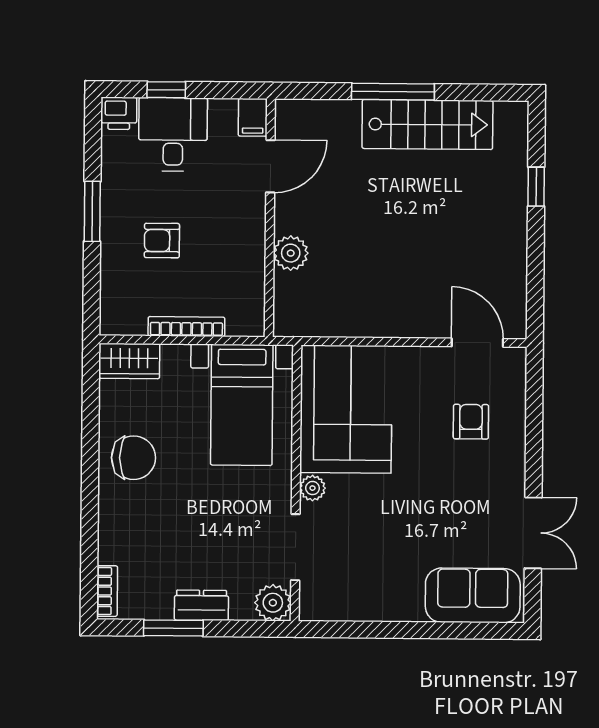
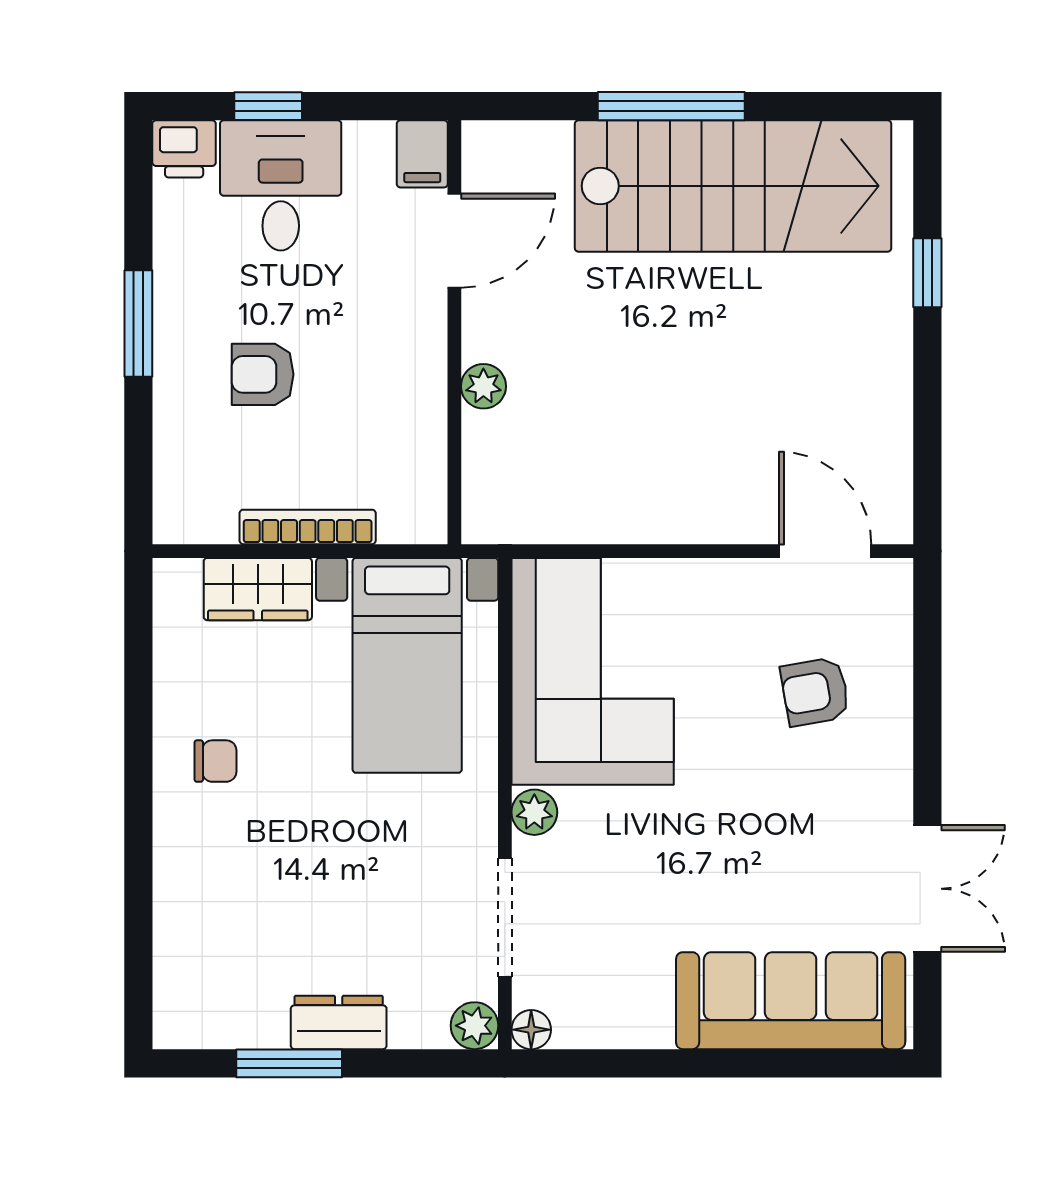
stairs: (427, 124) -> (733, 186), width x1.36, depth x1.51
plant: (291, 253) -> (483, 386), width x0.73, depth x0.73
wardrobe: (129, 361) -> (258, 589), moved
armchair: (471, 422) -> (815, 692), turned -100
chair: (133, 458) -> (215, 761), width x0.54, depth x0.54
bookcase: (107, 591) -> (171, 999), removed
sofa: (473, 595) -> (791, 1001), width x1.36
plant: (273, 603) -> (474, 1026), width x0.73, depth x0.73
floor lamp: (310, 610) -> (531, 1030), added

